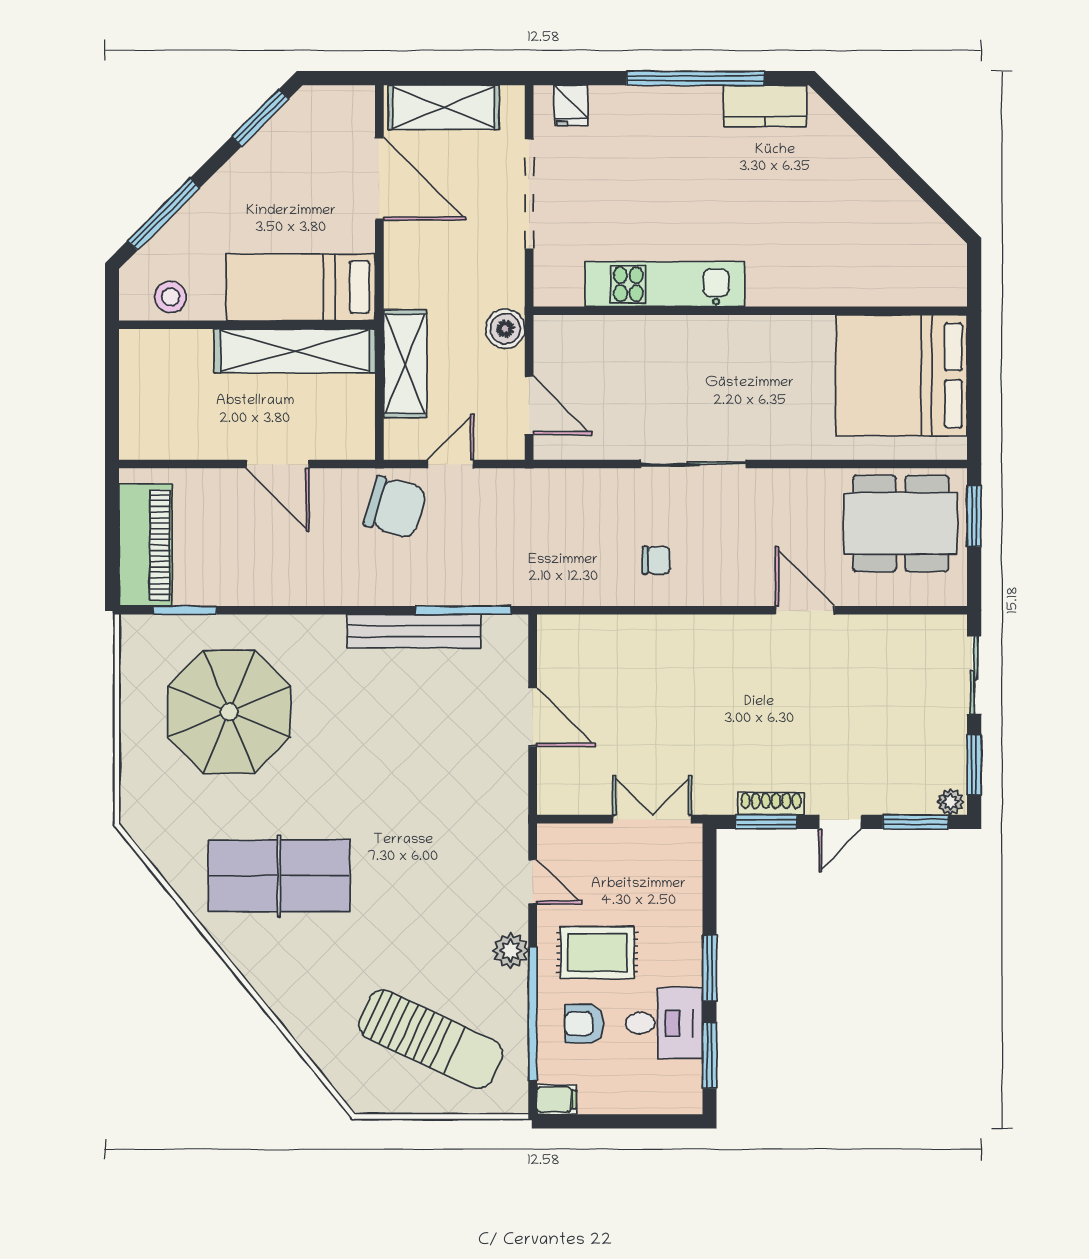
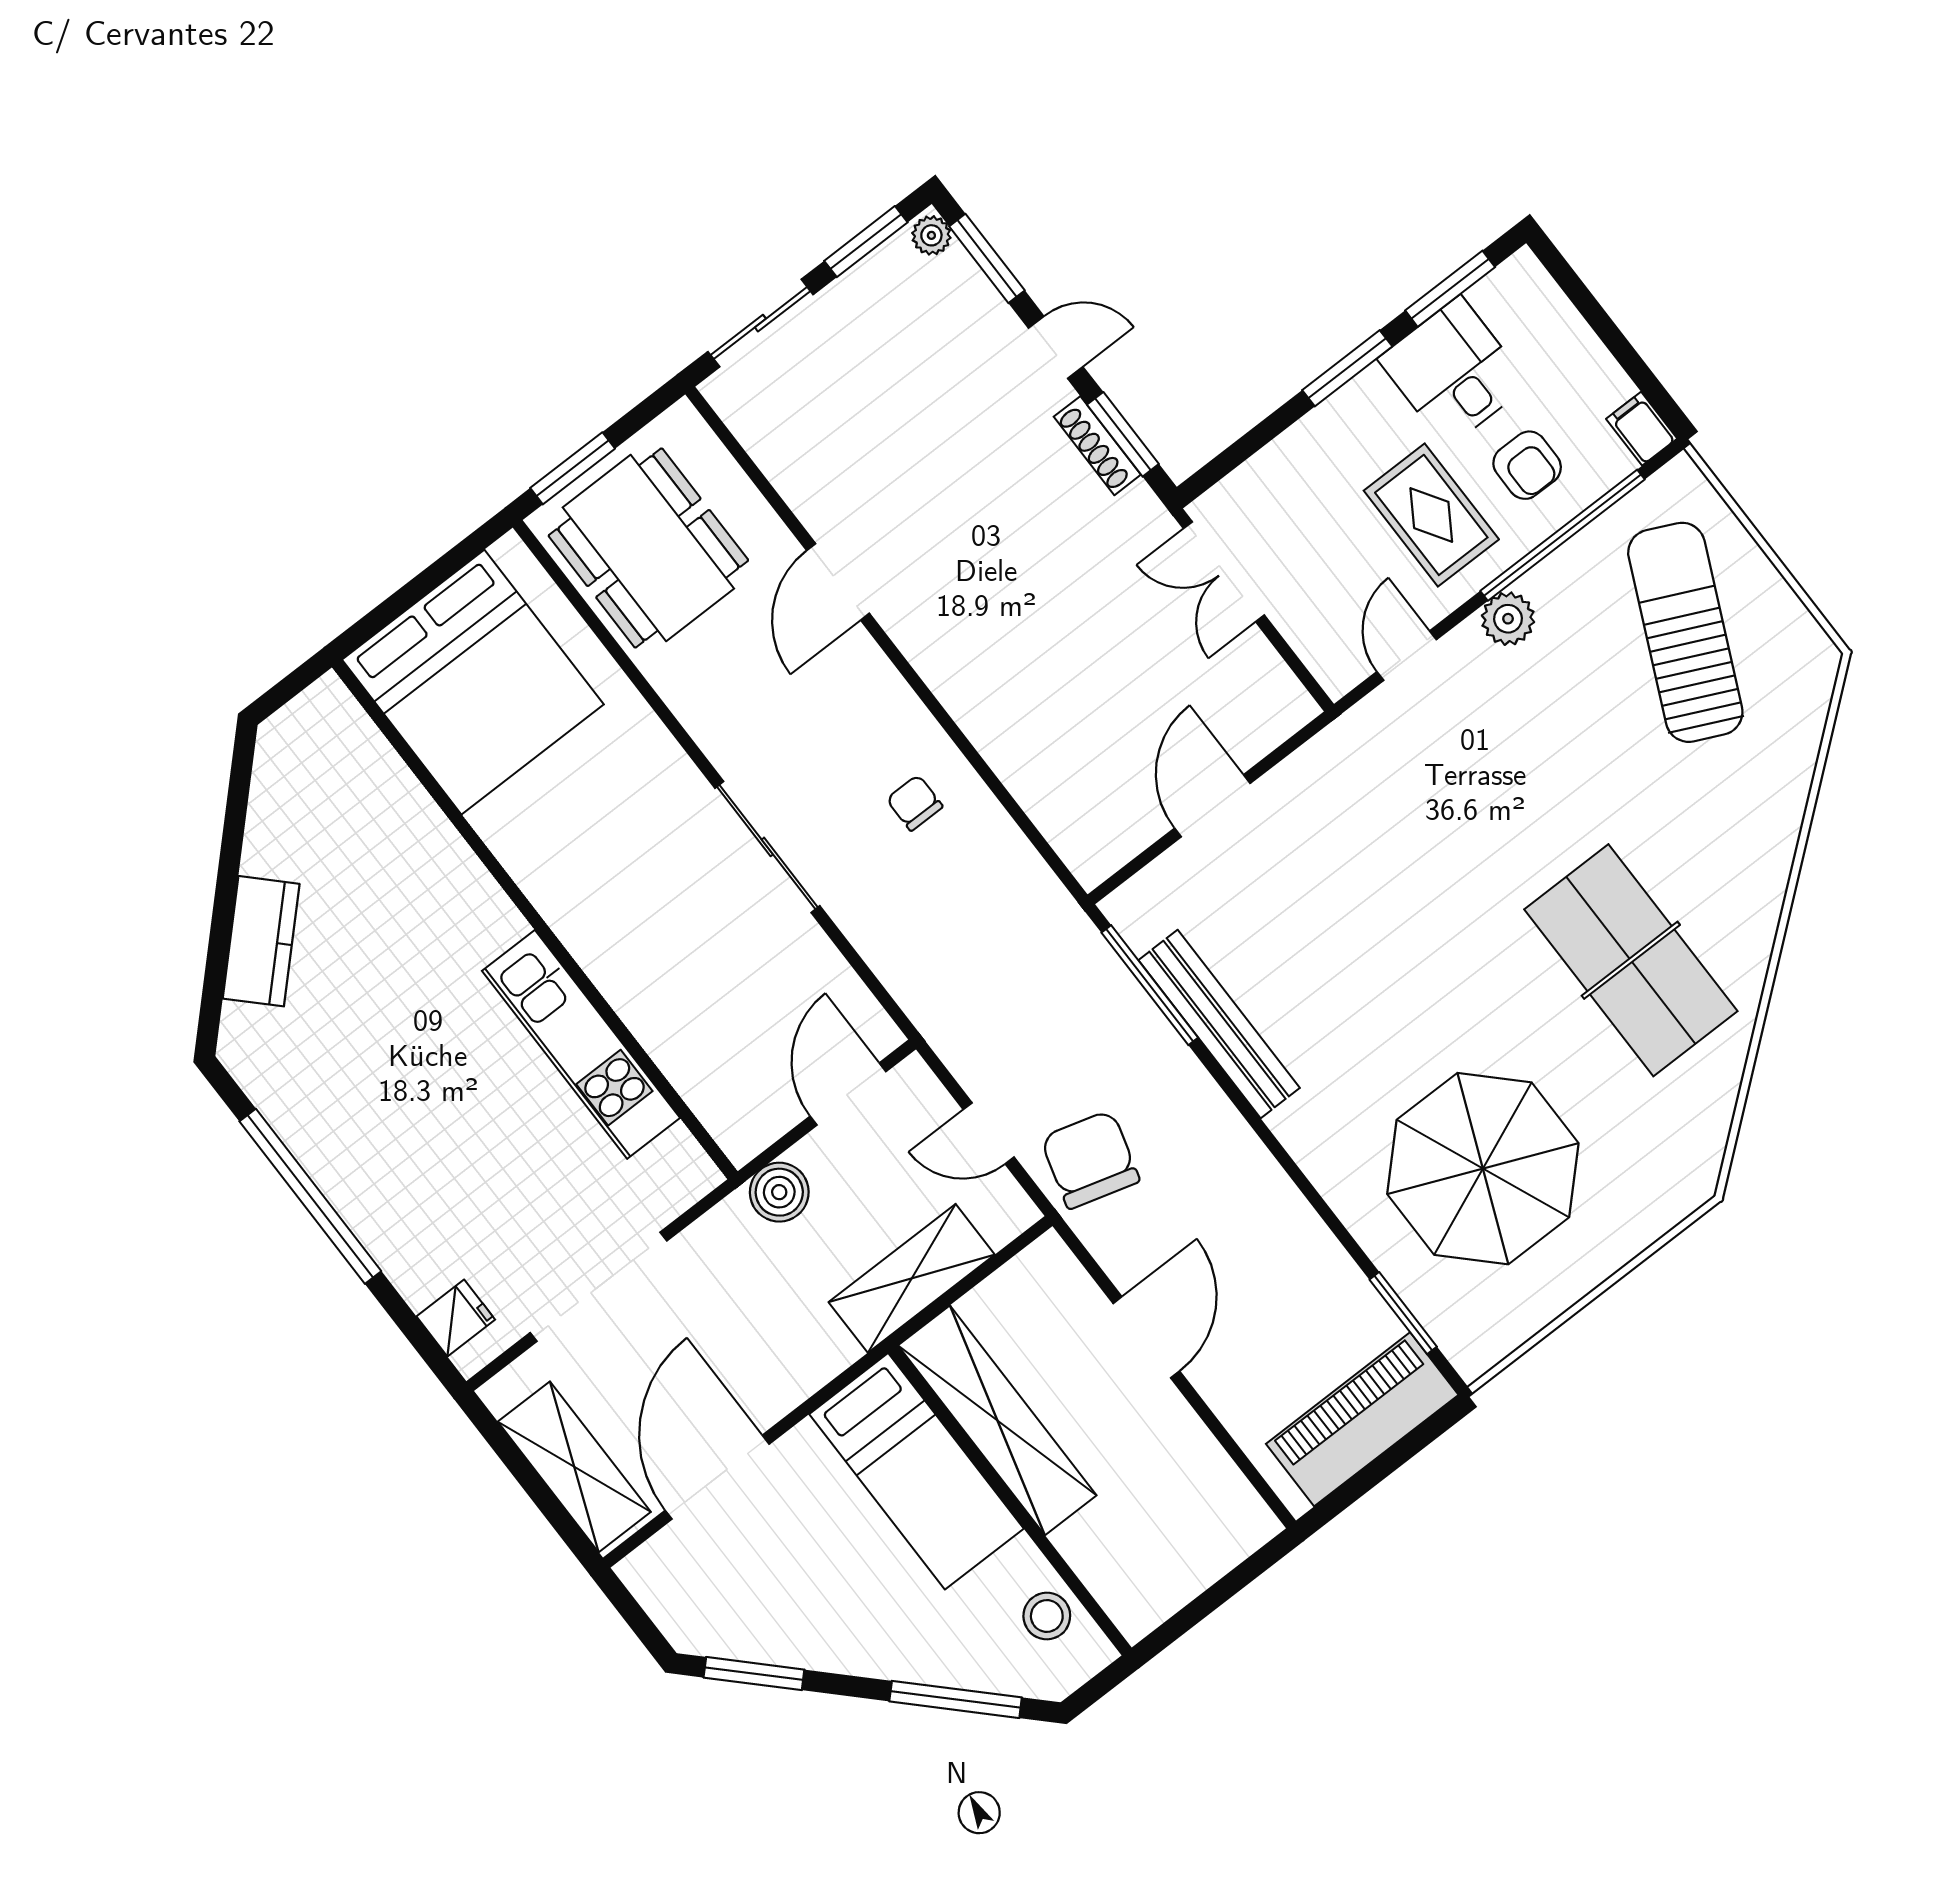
kitchen counter: (765, 106) -> (261, 941), moved, turned 45

